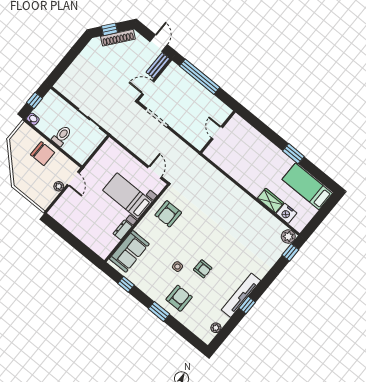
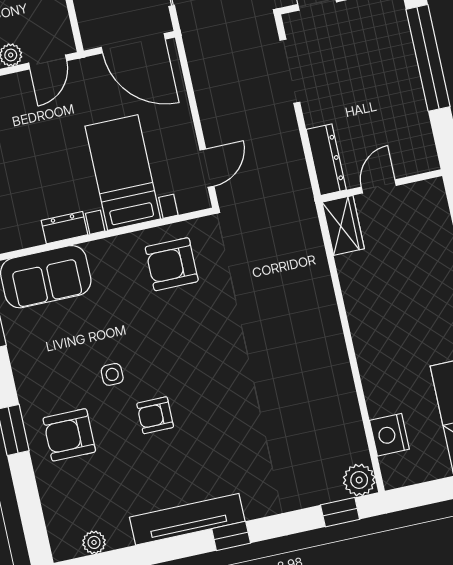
dresser: (192, 138) -> (326, 160), added
door: (97, 150) -> (133, 43), added
wardrobe: (270, 201) -> (343, 225), moved
armchair: (203, 269) -> (155, 415), turned 90
armchair: (179, 298) -> (69, 435), turned 180
window: (247, 305) -> (231, 536), moved

